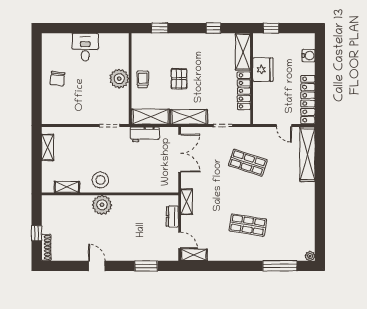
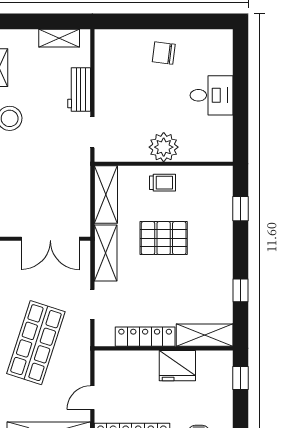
pallet: (179, 79) -> (164, 238), width x1.50, depth x1.42
workbench: (145, 134) -> (79, 89), moved
shop shelf: (248, 163) -> (36, 343), width x1.43, depth x1.36

